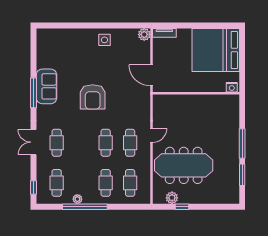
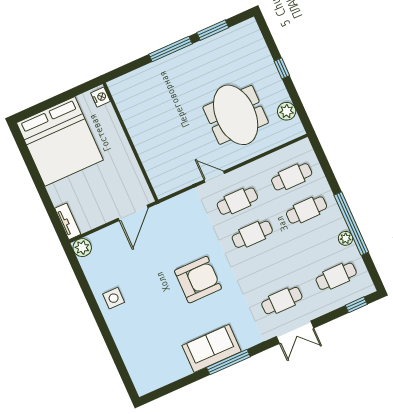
meeting table: (184, 165) -> (236, 115), width x0.73
window: (182, 207) -> (282, 68), moved

